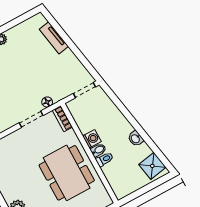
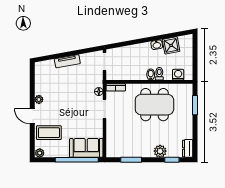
tv unit: (54, 38) -> (67, 61), moved
washing machine: (92, 139) -> (178, 75), moved
shower: (152, 166) -> (171, 45), moved

